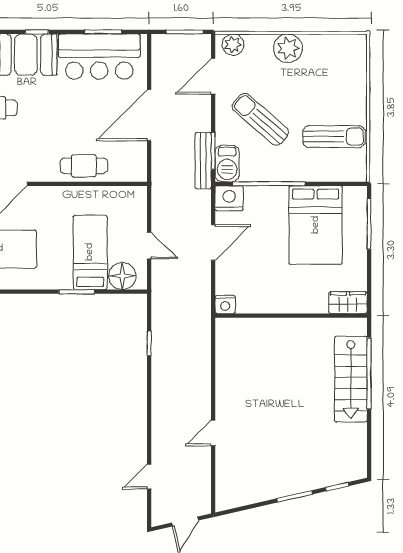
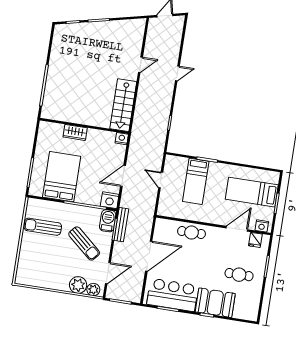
plant: (288, 48) -> (78, 285), moved
floor lamp: (122, 276) -> (179, 165), removed
wardrobe: (348, 303) -> (75, 132), moved
stairs: (351, 379) -> (123, 105), moved, turned 180
door: (149, 477) -> (177, 73), moved

